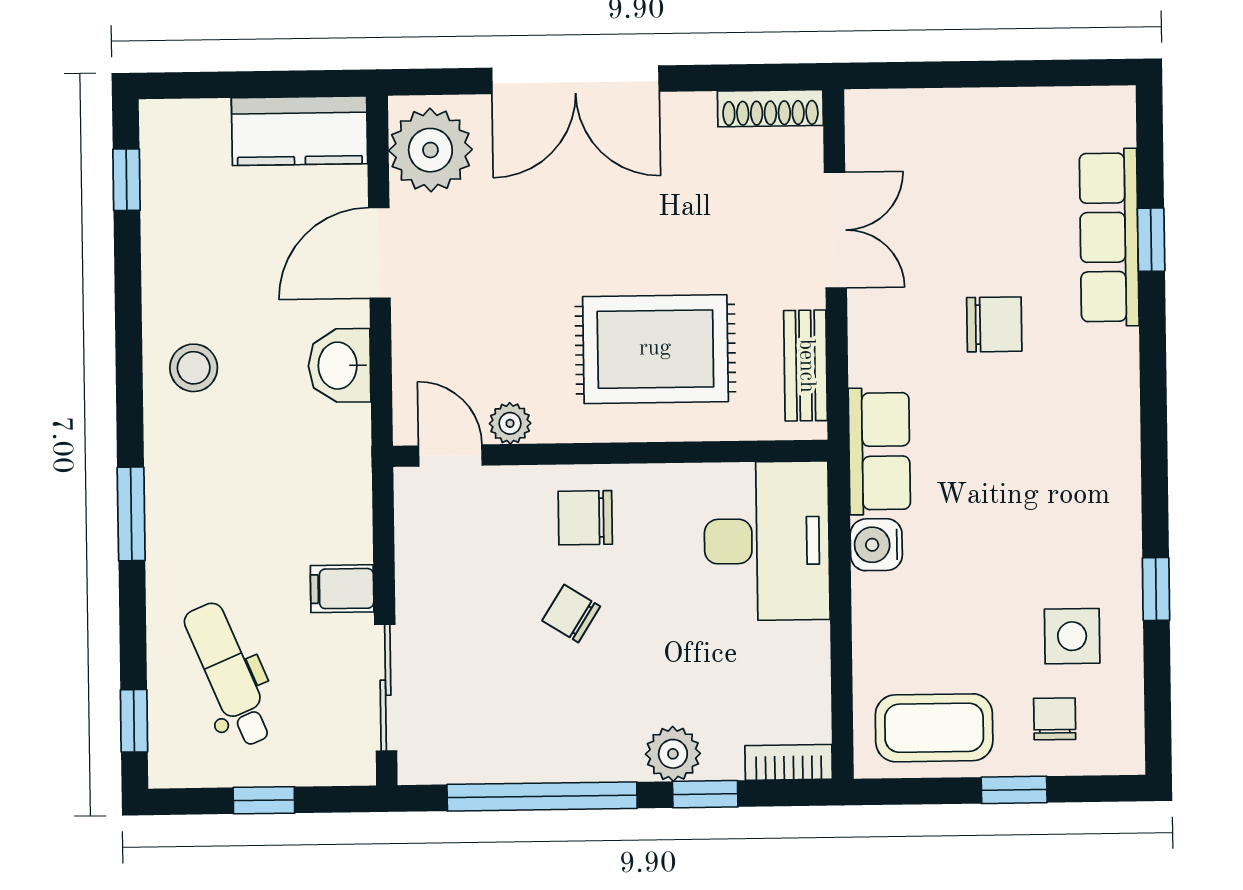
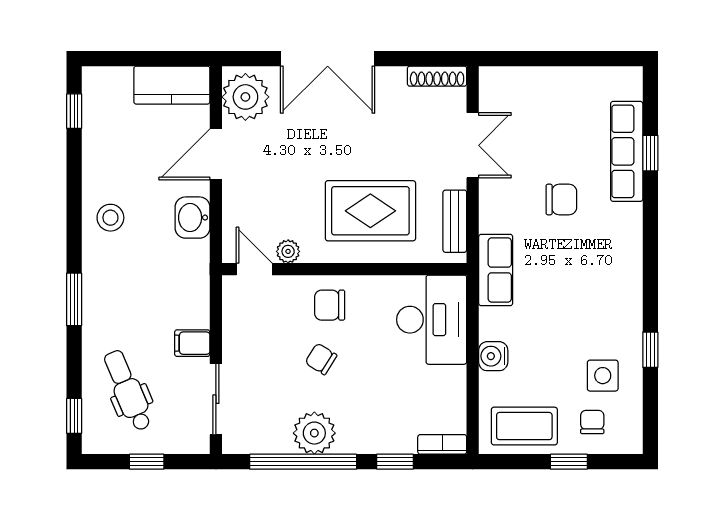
water cooler: (876, 545) -> (493, 356), moved
plant: (673, 754) -> (314, 433), moved, width x1.36, depth x1.36

